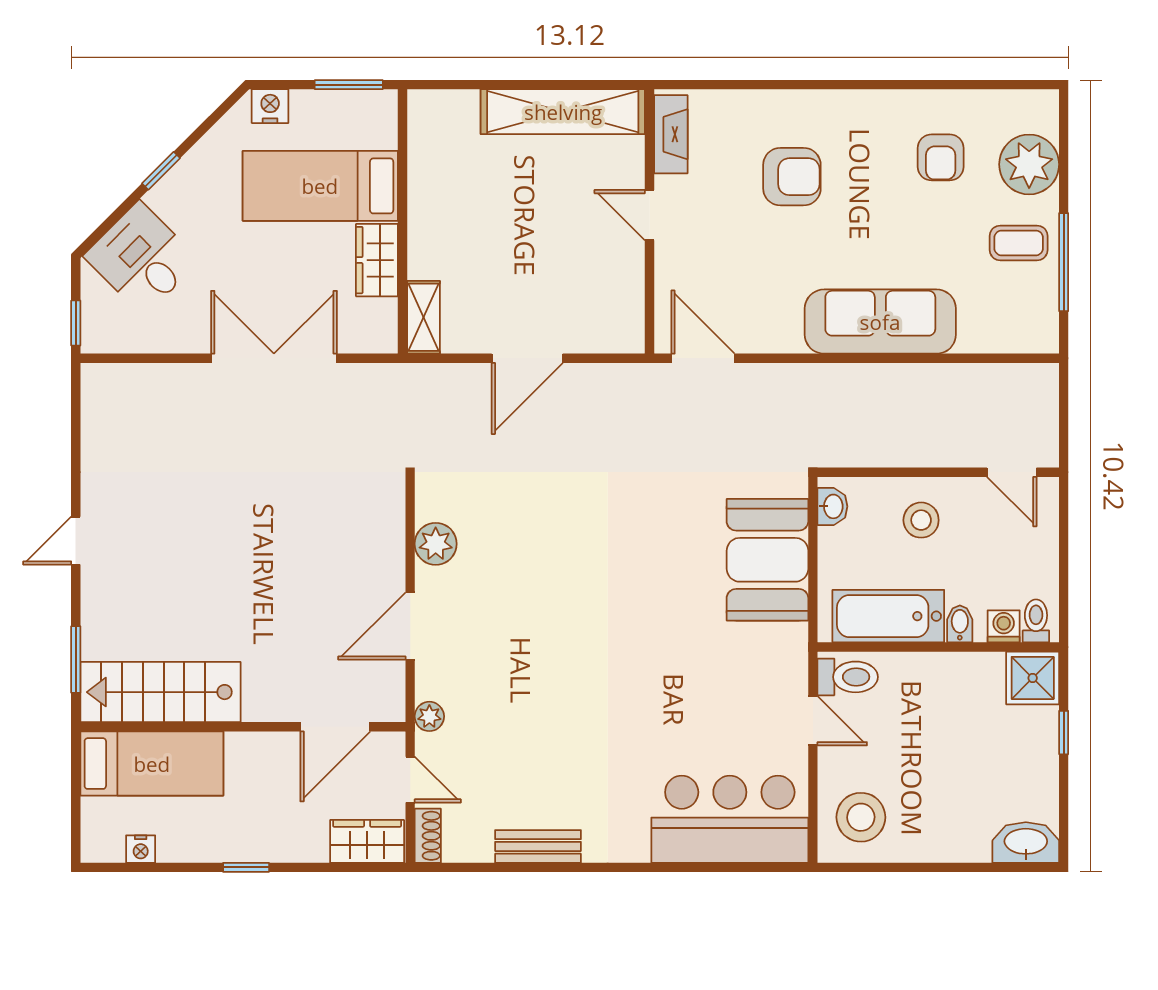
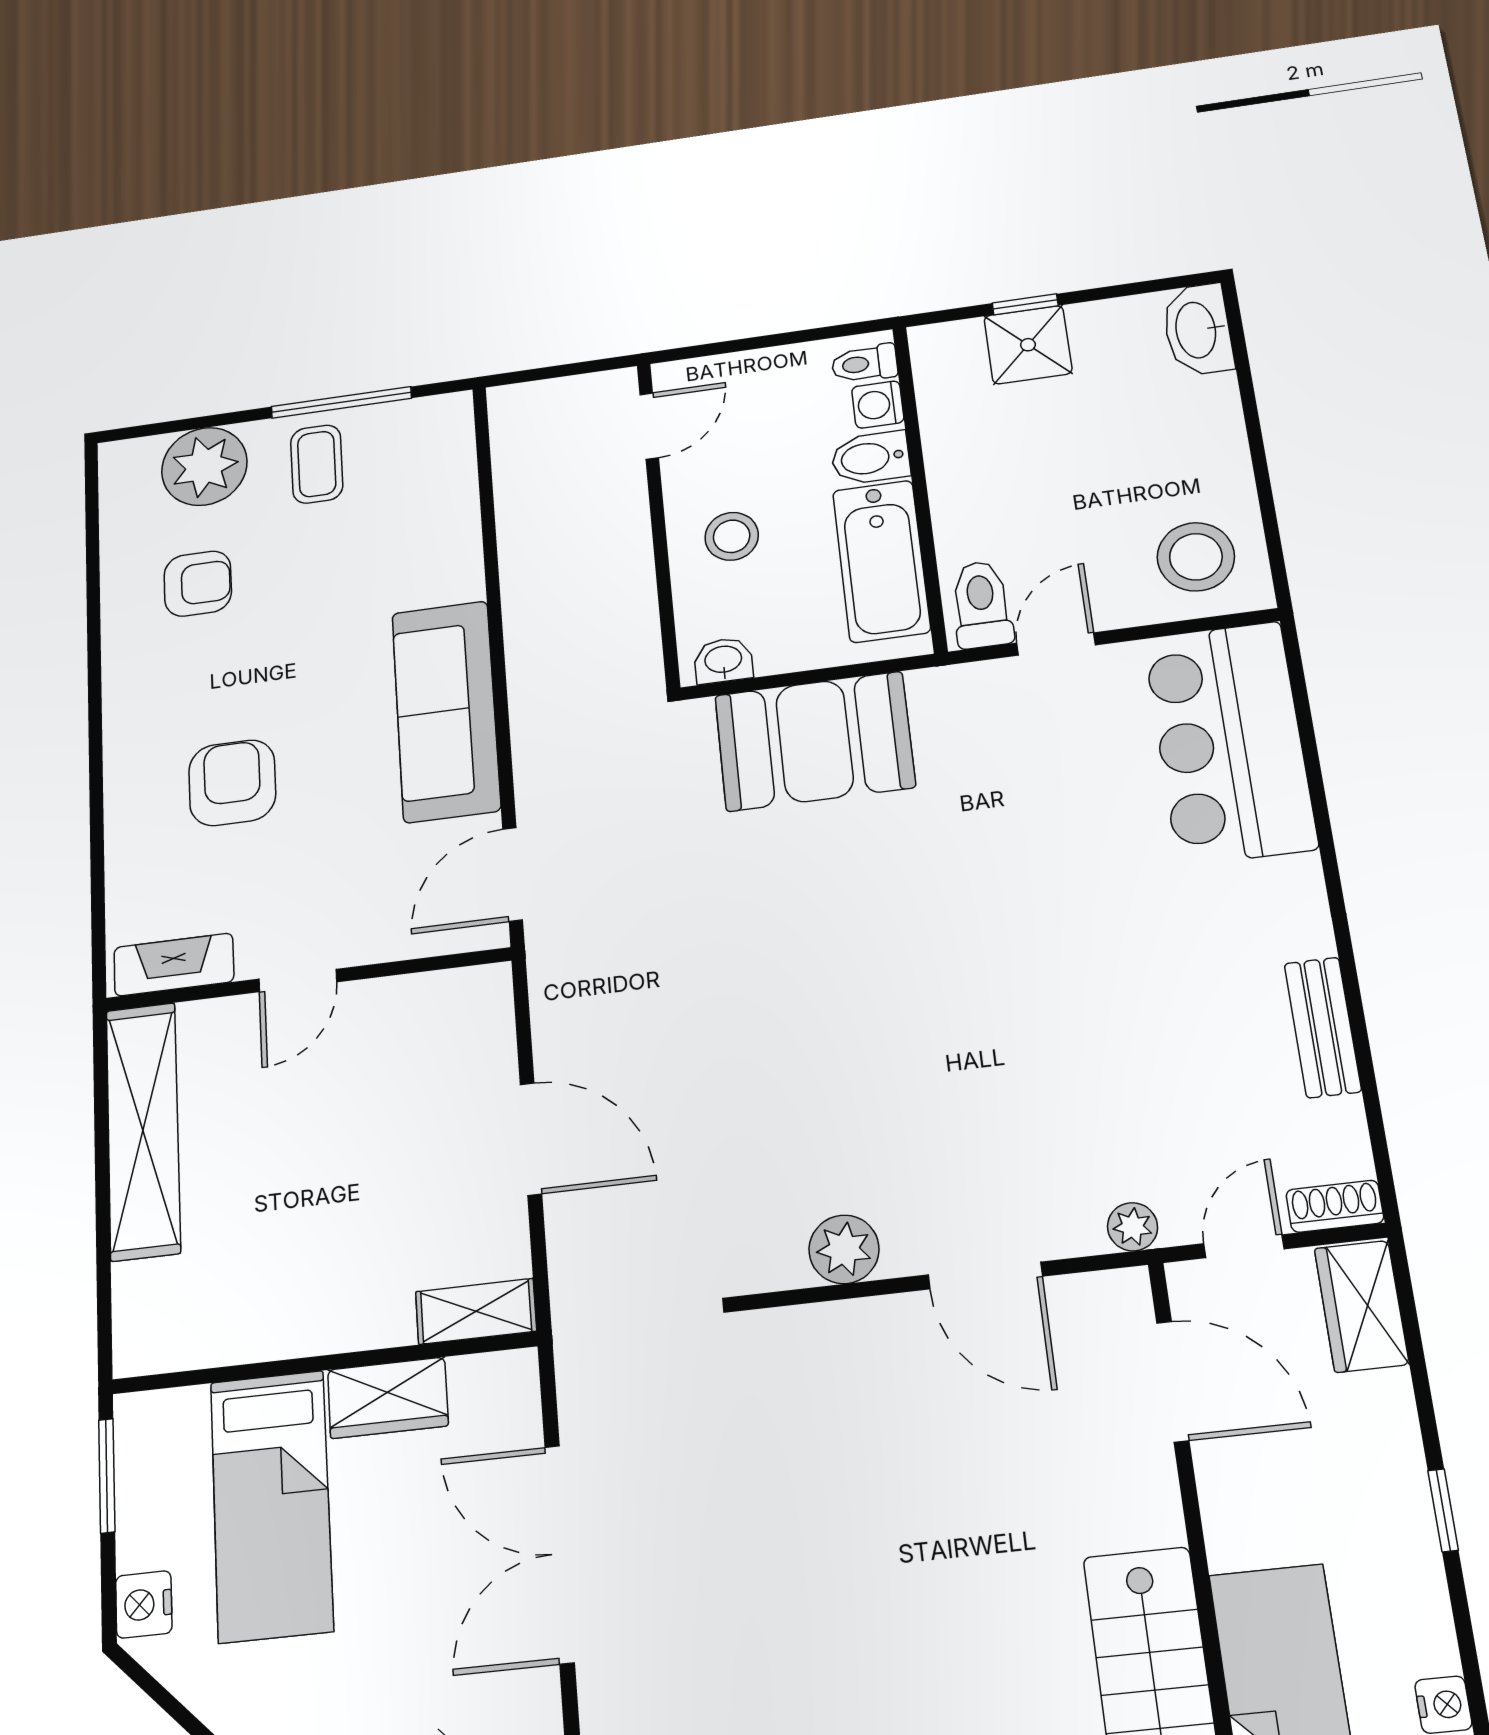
sofa: (880, 322) -> (446, 711), moved
bidet: (960, 624) -> (870, 458), width x1.38, depth x1.36
shower: (1033, 678) -> (1028, 345), moved

